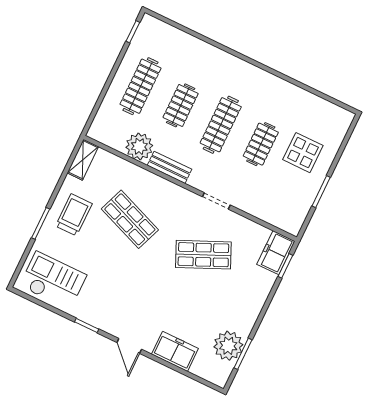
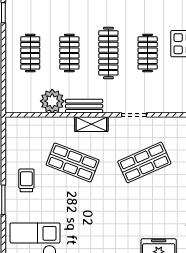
clothes rail: (141, 86) -> (30, 53), width x0.73
shelving: (83, 160) -> (91, 124), moved, turned 90
trolley: (74, 215) -> (26, 180), width x0.73, depth x0.72

